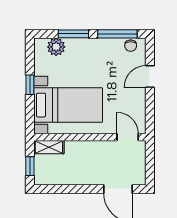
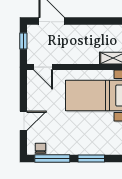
plant: (56, 47) -> (106, 147), removed
window: (150, 167) -> (23, 41), added

